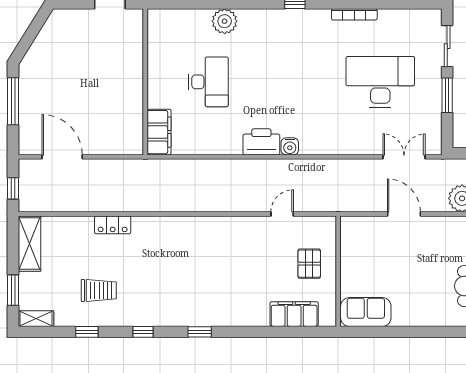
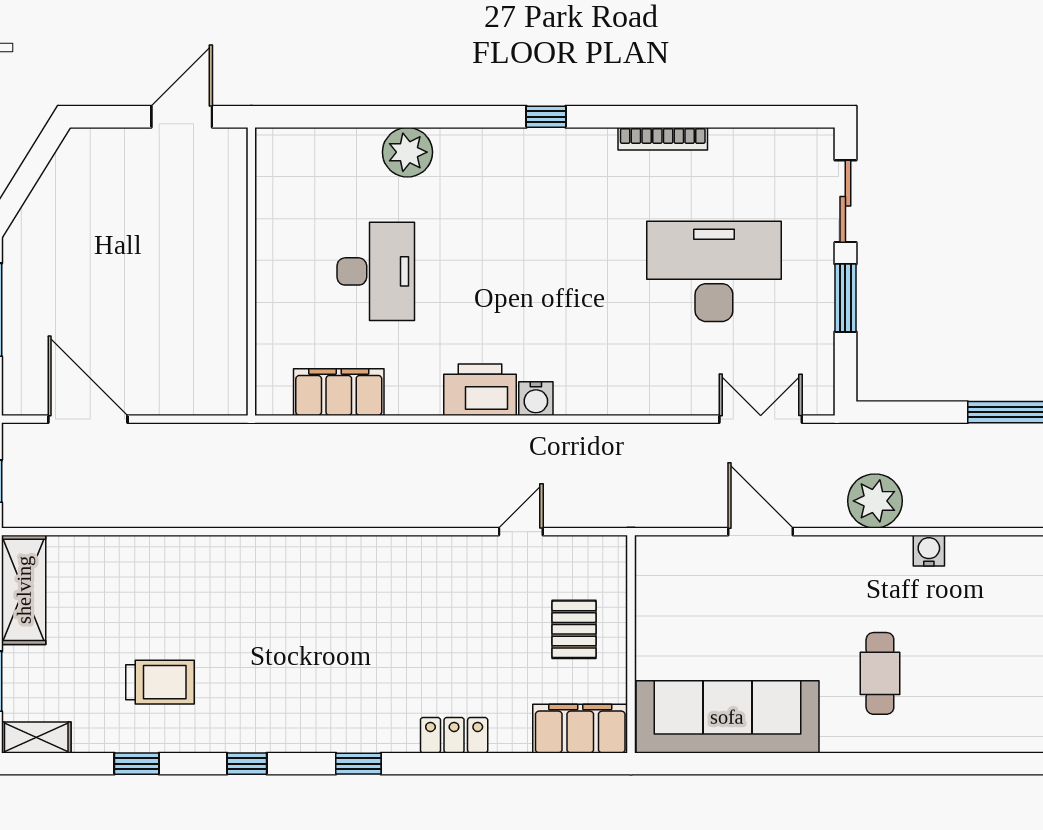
filing cabinet: (159, 132) -> (339, 392), moved, turned -90
locker: (113, 225) -> (454, 735), moved, turned 180
sofa: (366, 312) -> (727, 717), width x1.85, depth x1.27
filing cabinet: (294, 314) -> (580, 729), moved

